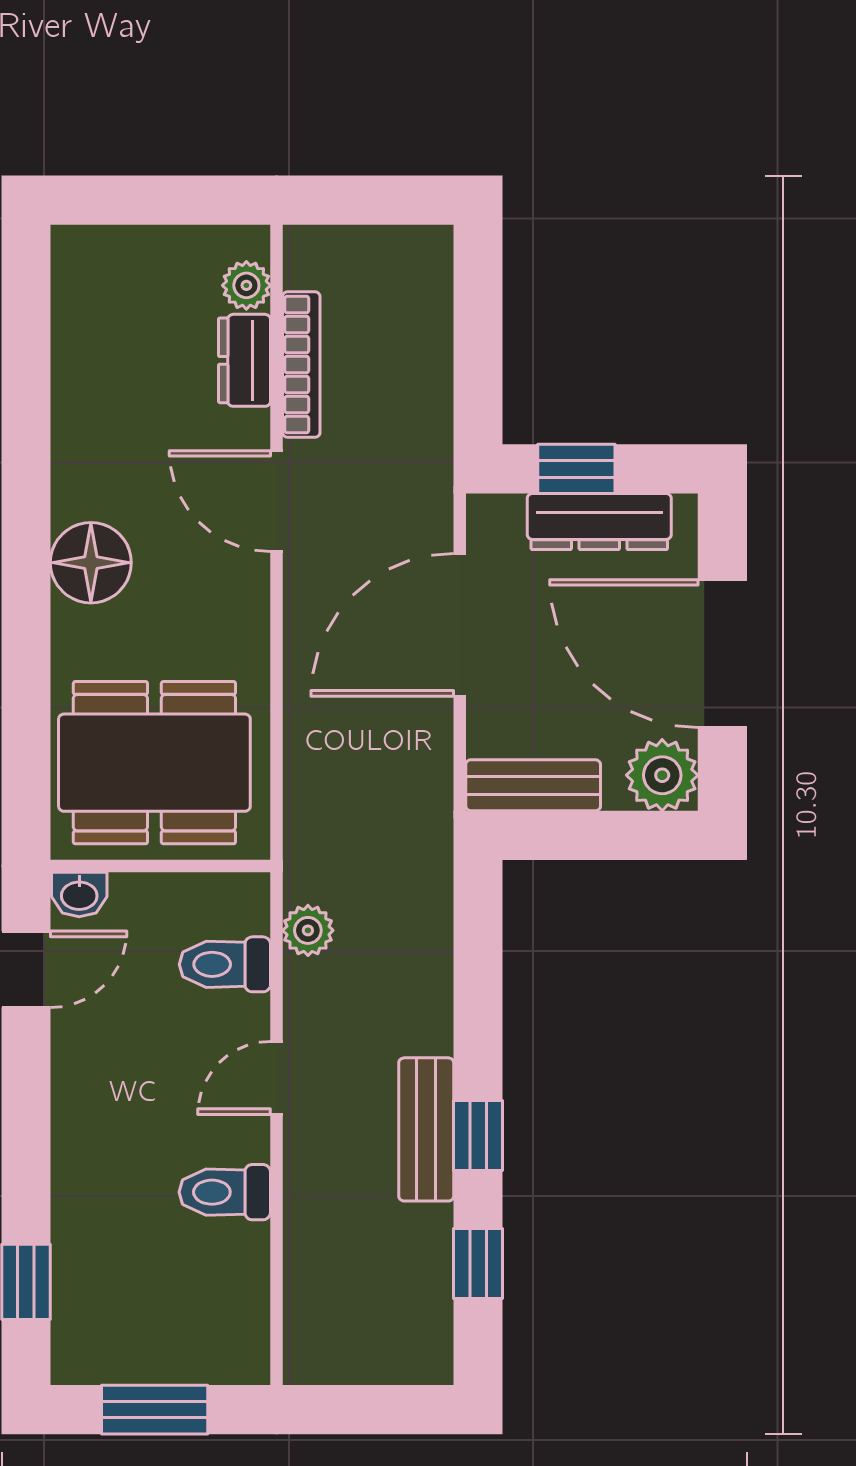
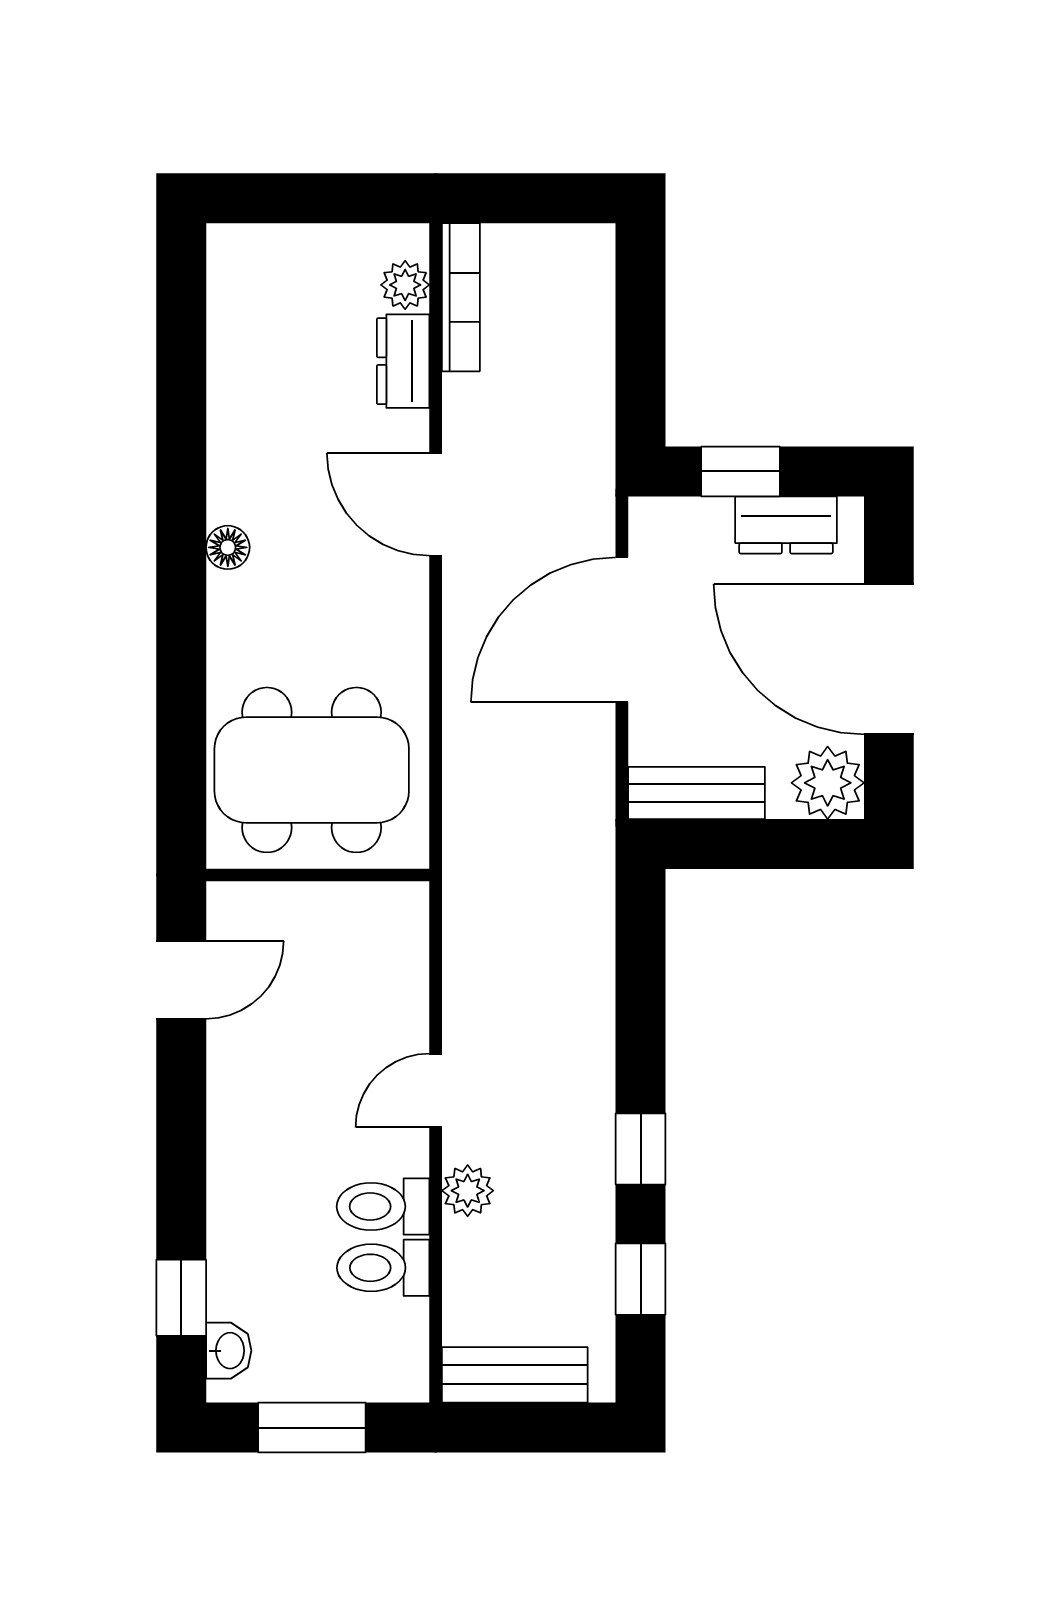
bookcase: (301, 365) -> (461, 297), moved
dresser: (599, 522) -> (786, 525), width x0.70
floor lamp: (91, 563) -> (228, 547), width x0.53, depth x0.53
washbasin: (79, 894) -> (229, 1351), moved, turned -90
plant: (308, 930) -> (468, 1191), moved
toilet: (225, 964) -> (383, 1268), moved
bench: (426, 1129) -> (515, 1375), moved, turned 90

